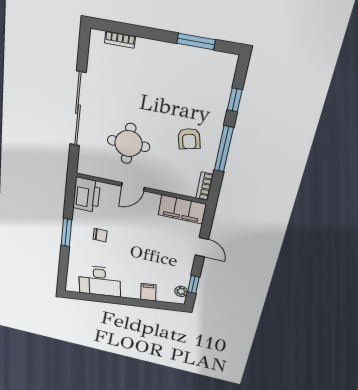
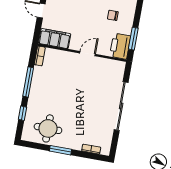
window: (196, 41) -> (61, 150), moved
armchair: (189, 139) -> (50, 88), removed
round table: (129, 144) -> (48, 128), moved
window: (66, 233) -> (133, 39), moved

